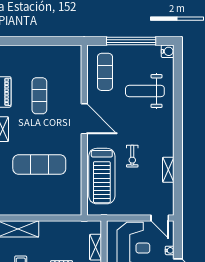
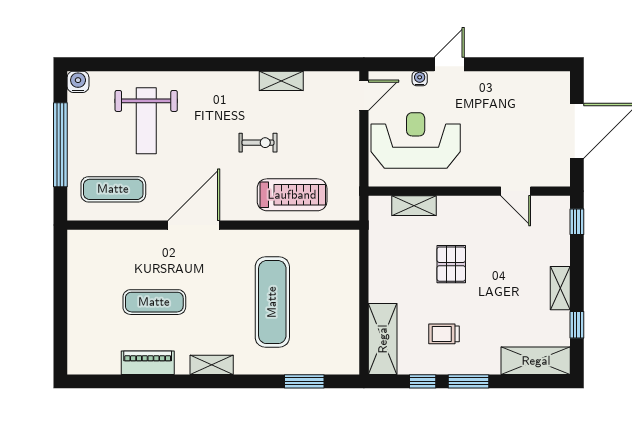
treadmill: (102, 176) -> (292, 195), width x0.73, depth x0.73

